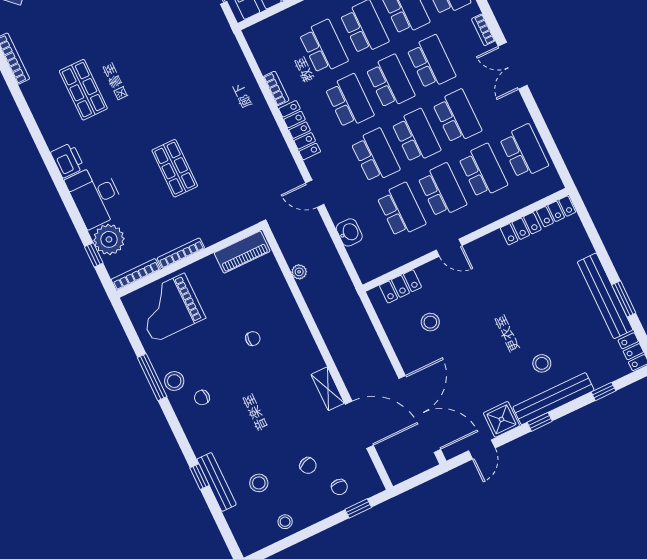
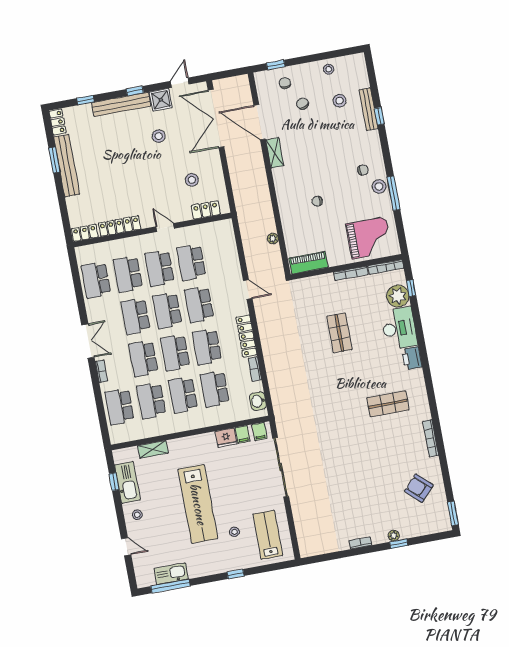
shop shelf: (83, 90) -> (388, 404), turned 90
locker: (521, 229) -> (120, 226), width x1.53
washbasin: (349, 232) -> (258, 401), moved
stool: (542, 363) -> (159, 136), moved

